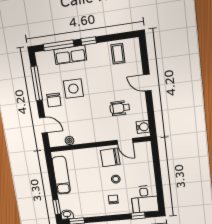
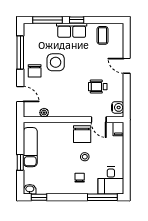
row of seats: (70, 55) -> (72, 30), moved
filing cabinet: (146, 148) -> (118, 129), added
chair: (110, 157) -> (82, 134), turned -88
window: (57, 207) -> (20, 162), moved
window: (138, 216) -> (102, 197), width x2.17

